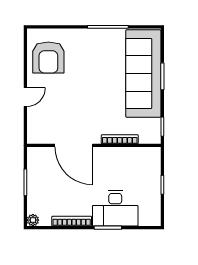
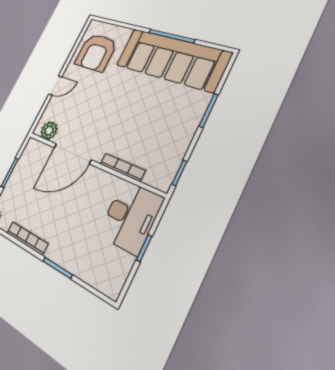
sofa: (143, 73) -> (172, 59), moved, turned -90
plant: (42, 136) -> (49, 131), added
door: (74, 145) -> (72, 154), hinge flipped
desk: (115, 208) -> (130, 217), moved, turned -90

